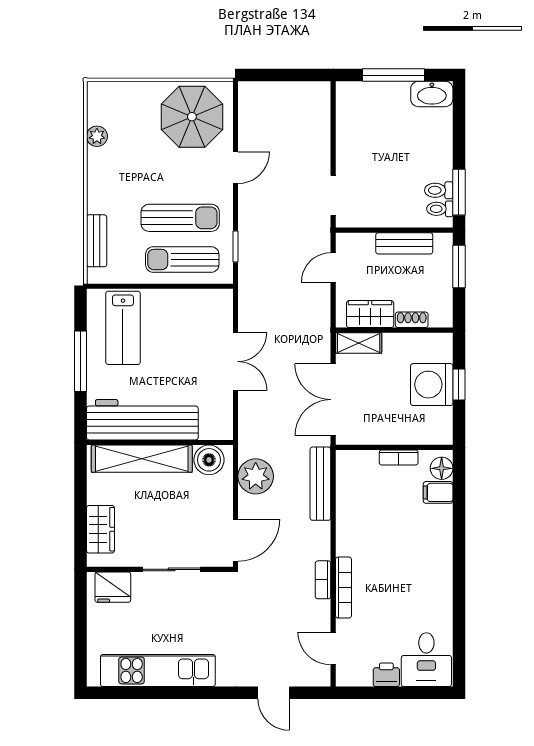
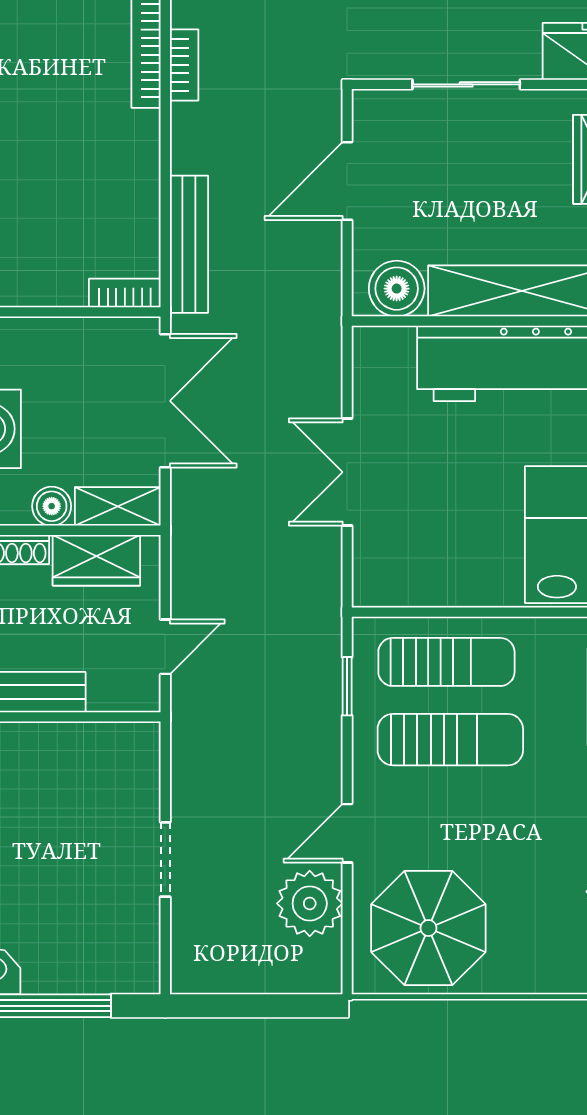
doorway: (333, 195) -> (165, 860), moved
sun lounger: (180, 218) -> (450, 740), turned 180
boiler: (394, 343) -> (52, 506), added
bookcase: (399, 457) -> (125, 293), moved
plant: (256, 476) -> (310, 903), moved
door: (236, 540) -> (347, 181), moved

